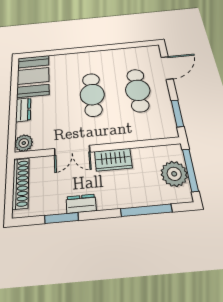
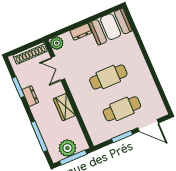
window: (177, 113) -> (122, 137), moved
double door: (72, 150) -> (58, 68), moved

